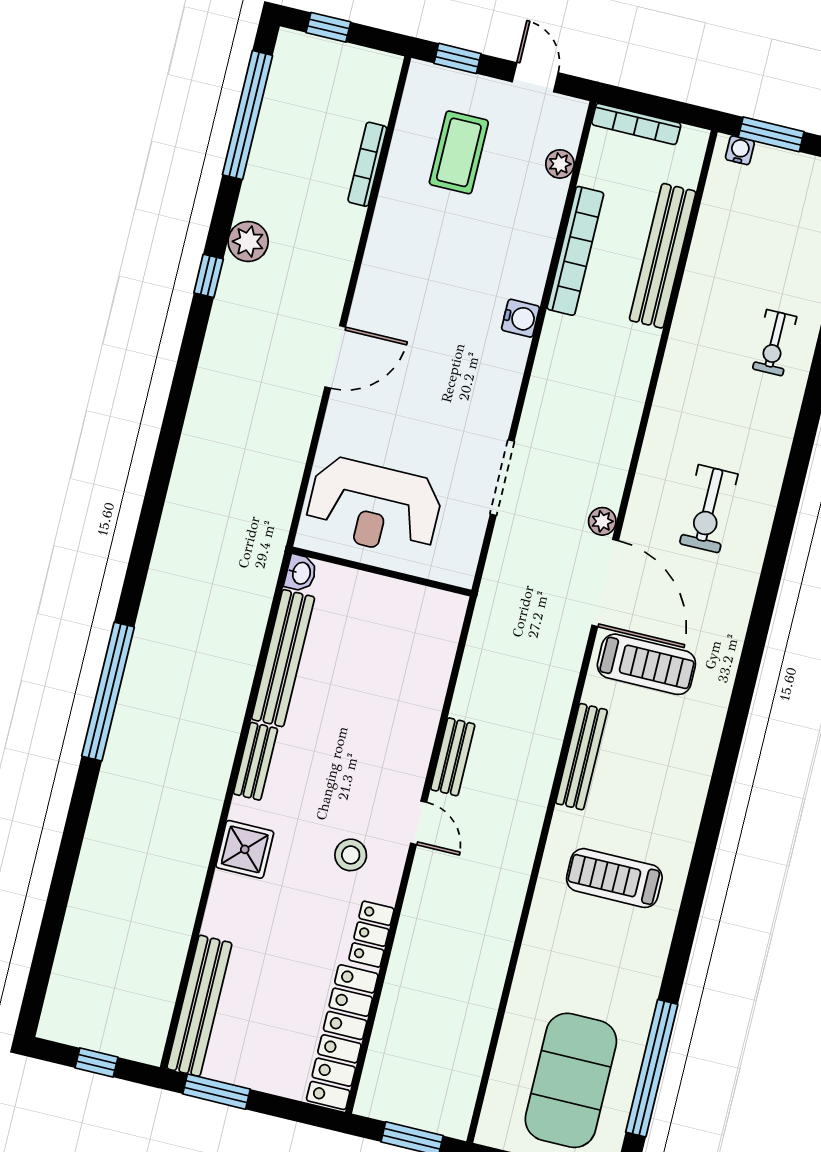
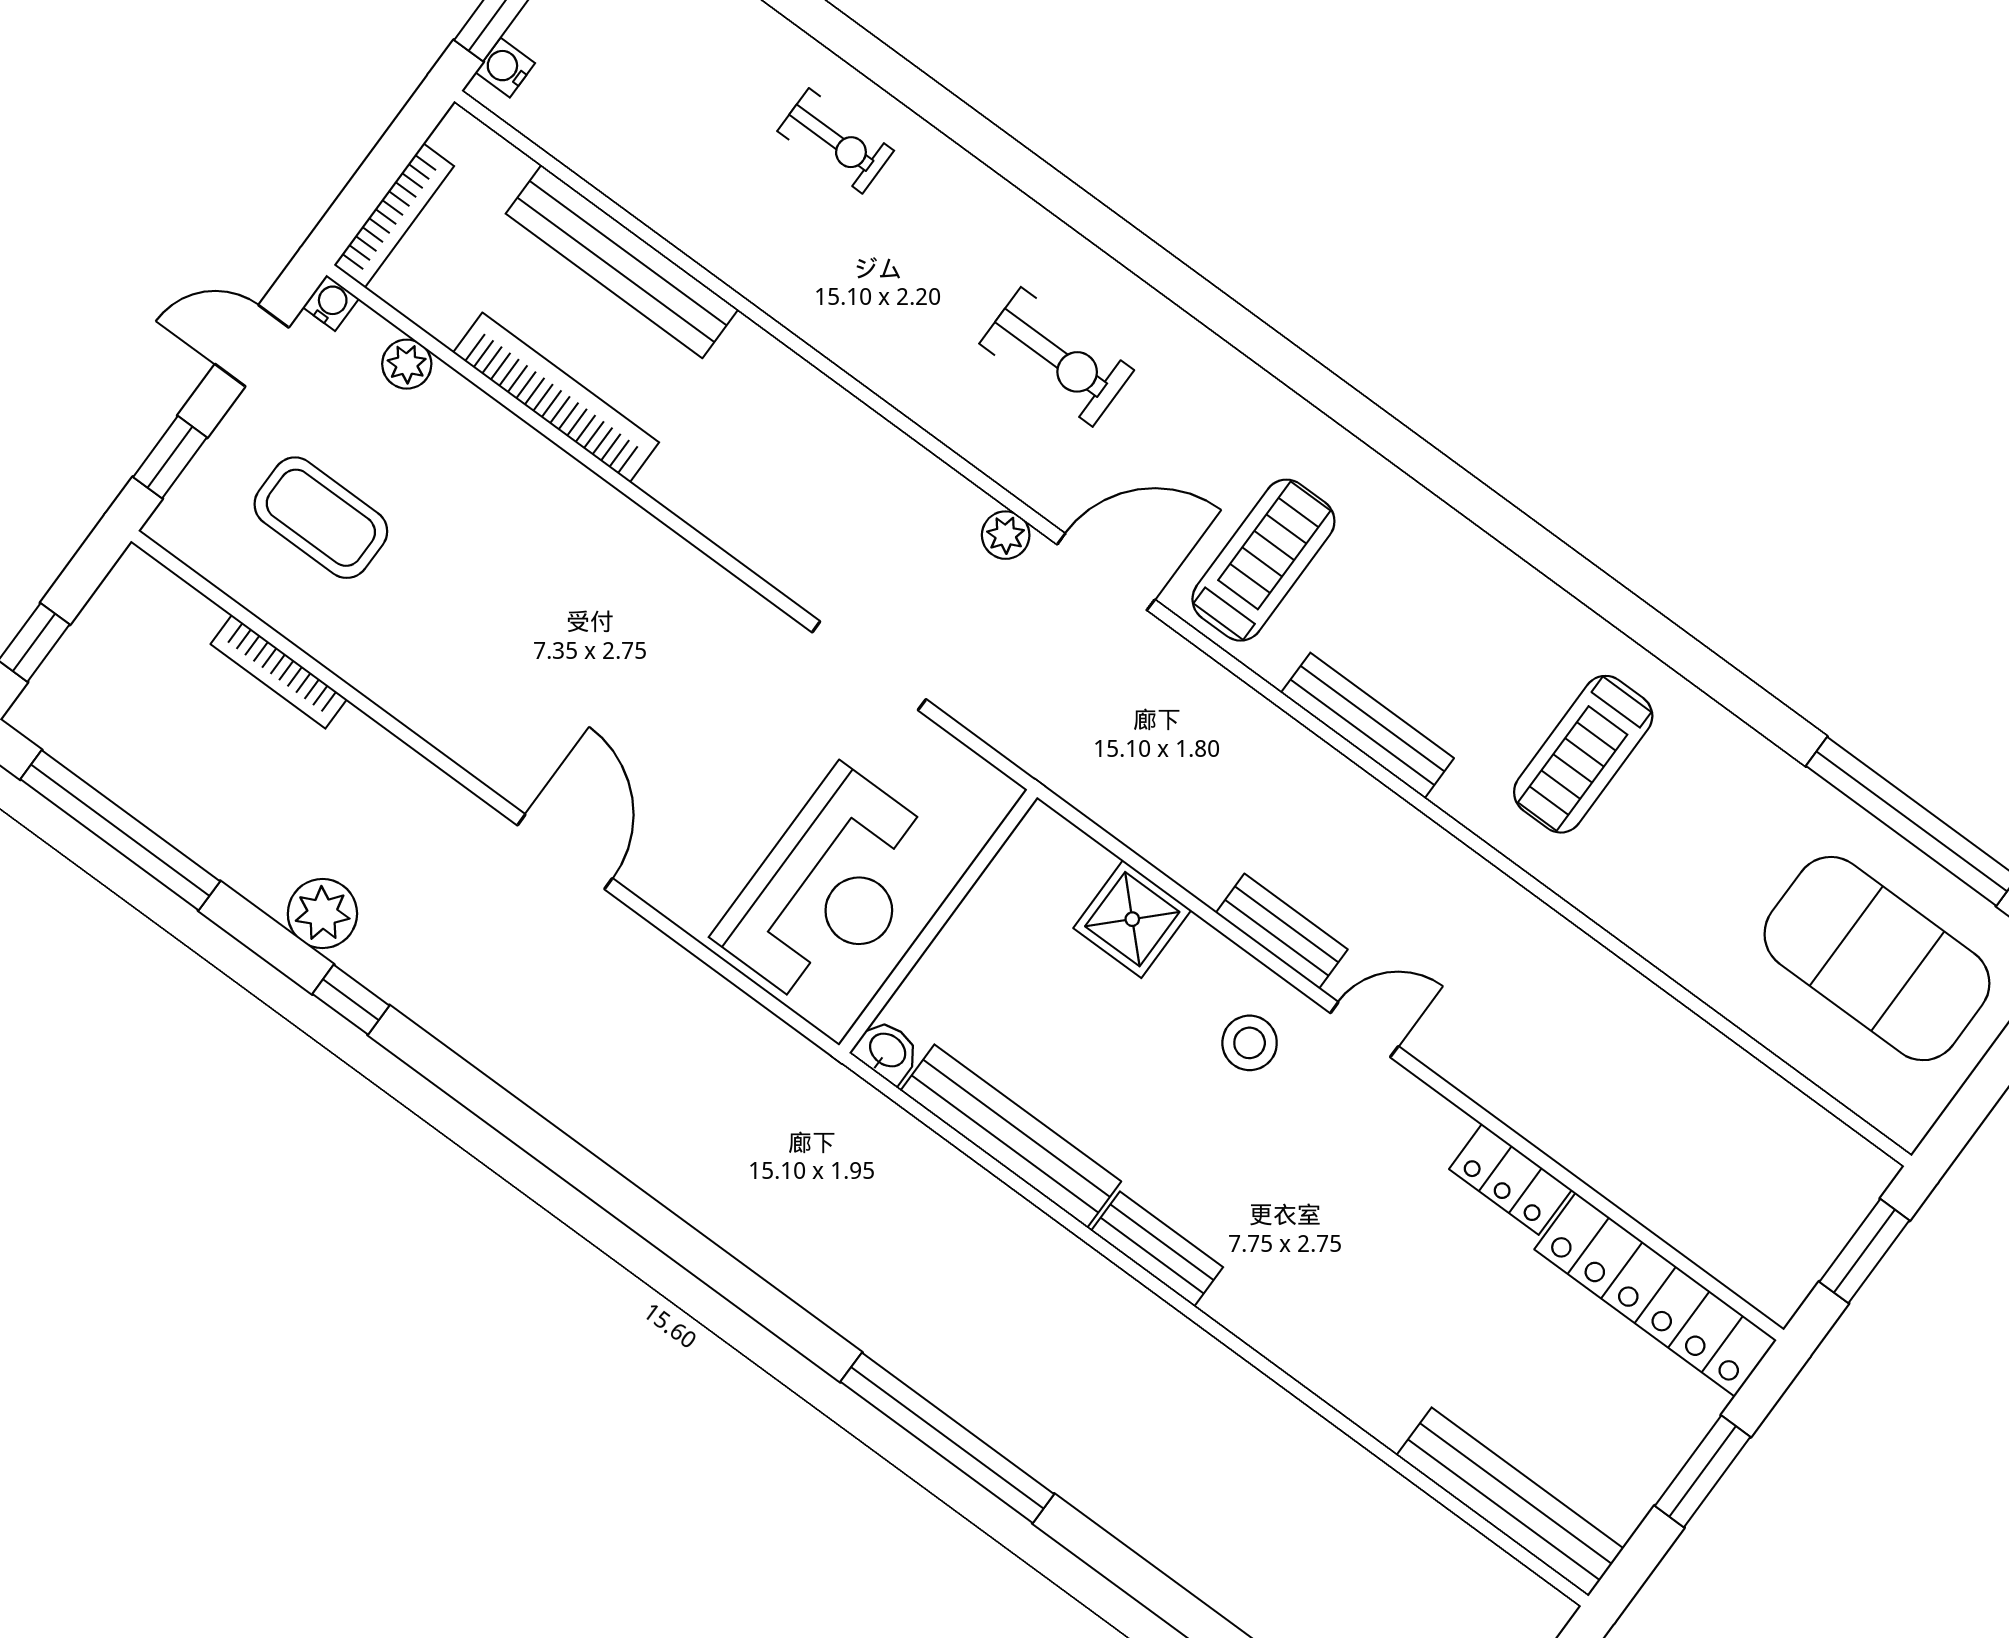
water cooler: (521, 318) -> (331, 303), moved, width x0.72, depth x0.72
door: (605, 583) -> (1106, 572), width x0.73
shower: (245, 849) -> (1132, 919), moved
stool: (351, 855) -> (1250, 1043), moved
window: (216, 1092) -> (1703, 1471), moved

